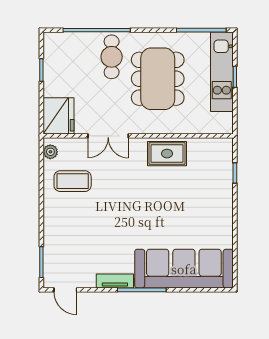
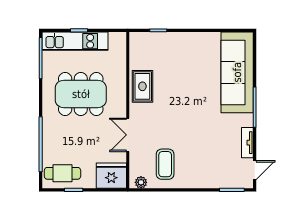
cafe table: (112, 57) -> (62, 173), moved
double door: (108, 136) -> (128, 135), swing flipped
tv unit: (115, 281) -> (247, 143), moved

